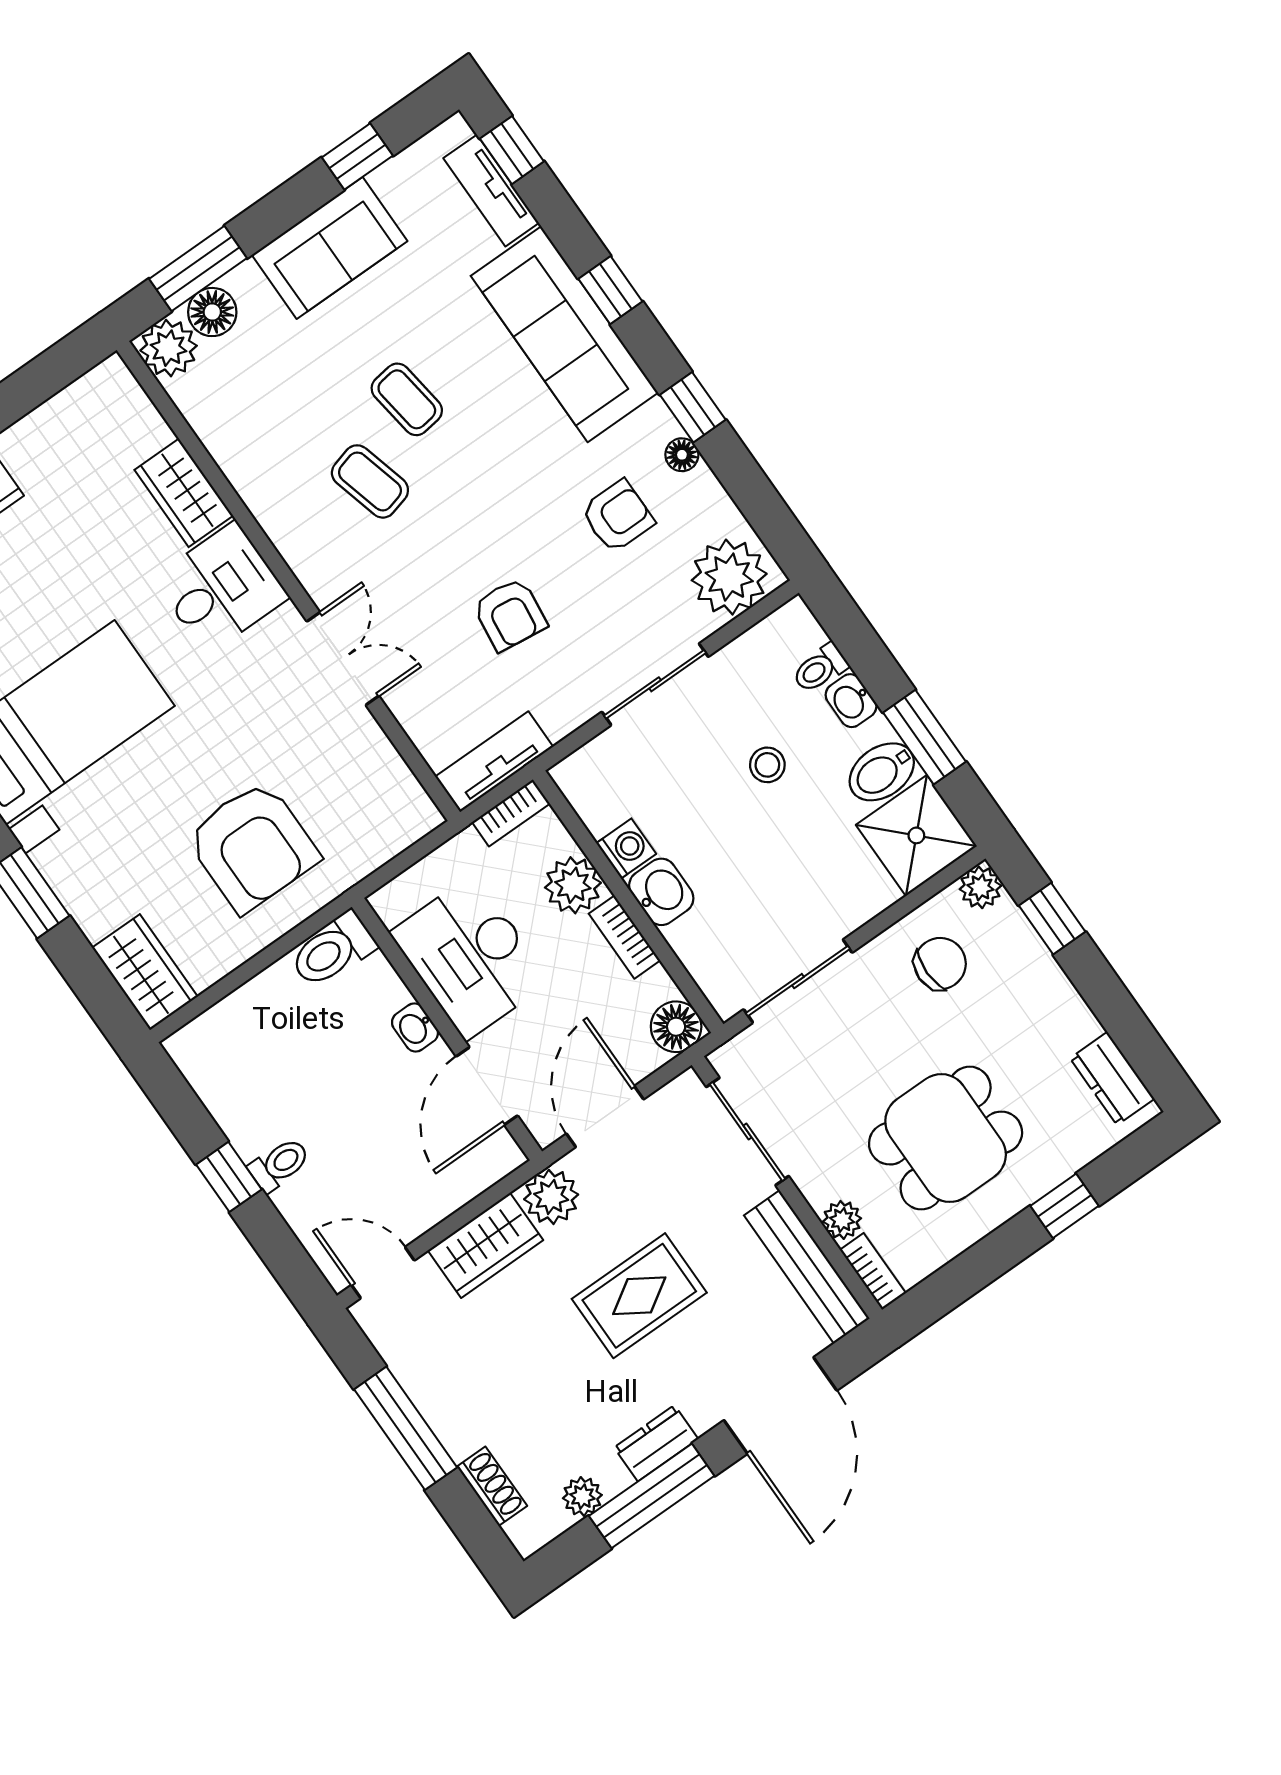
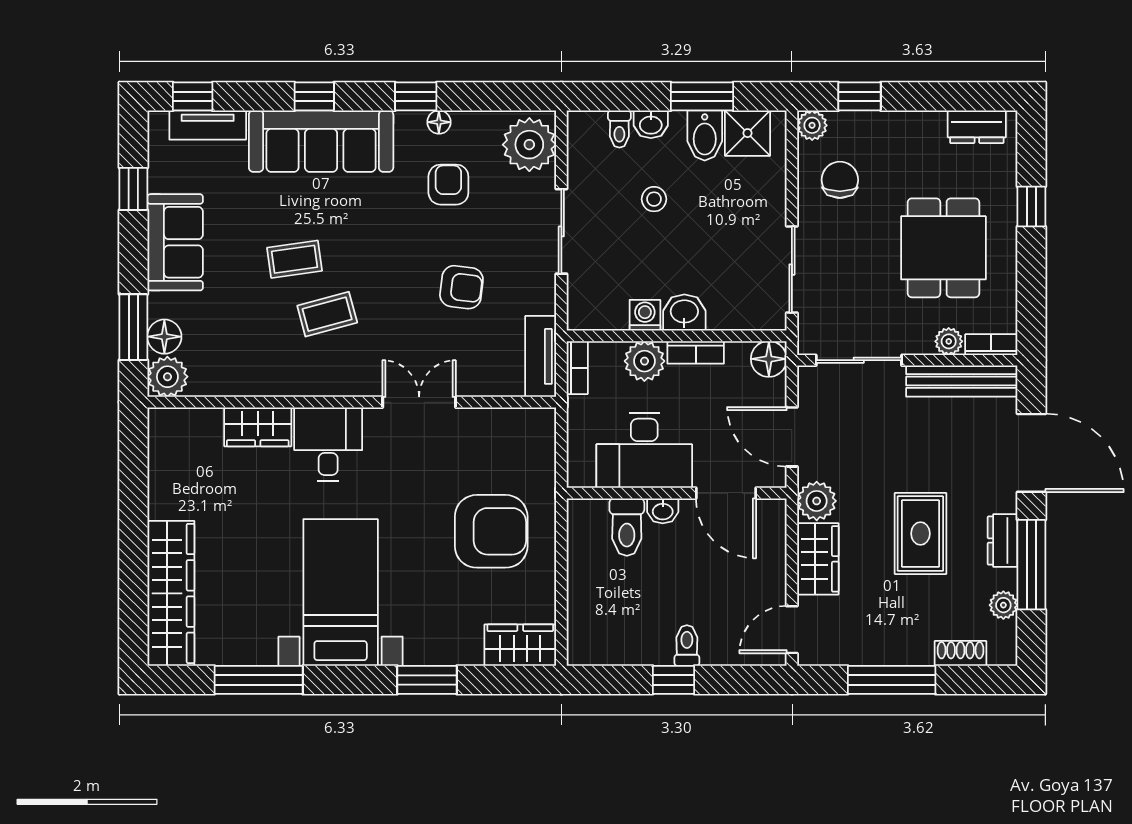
shower: (916, 835) -> (748, 133), width x0.73, depth x0.73
toilet: (333, 950) -> (627, 527), moved
rug: (639, 1296) -> (920, 534), moved

